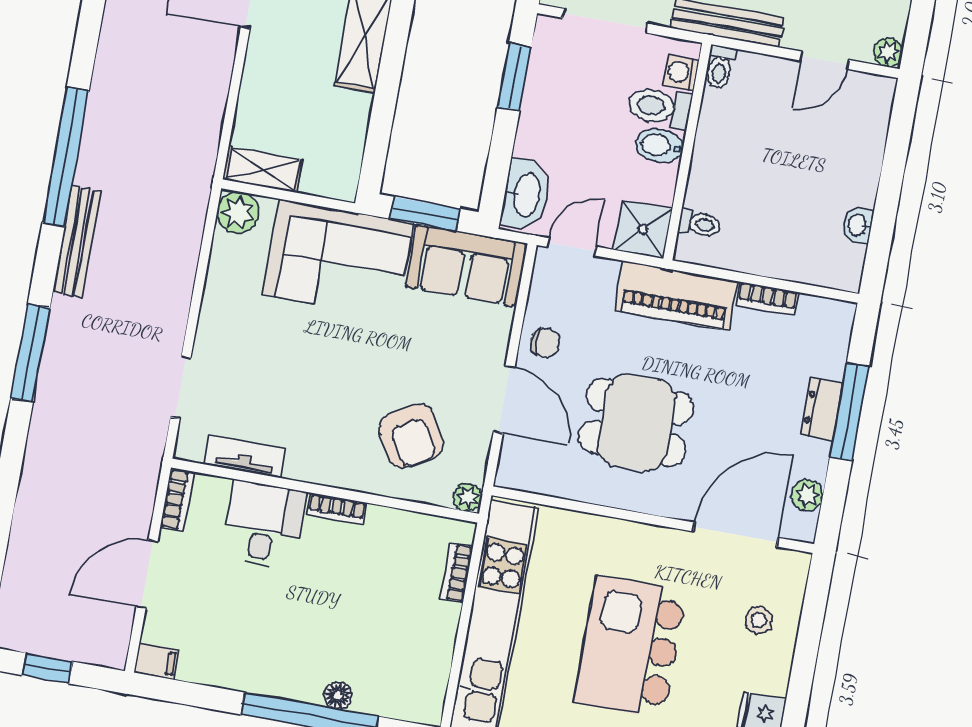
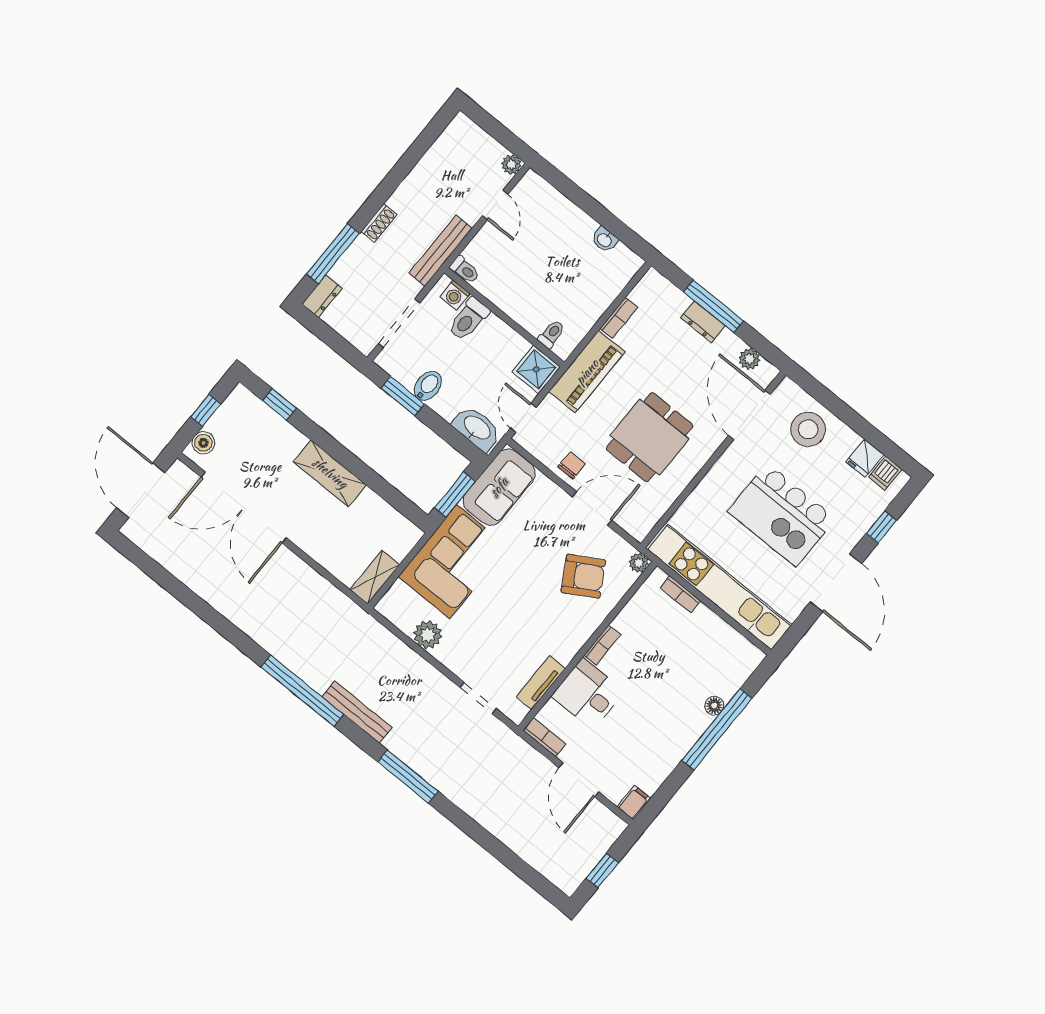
bidet: (660, 146) -> (428, 386), moved, turned 180
plant: (238, 213) -> (428, 635), moved
stool: (759, 620) -> (808, 429), width x1.89, depth x1.89

